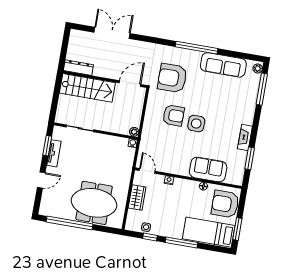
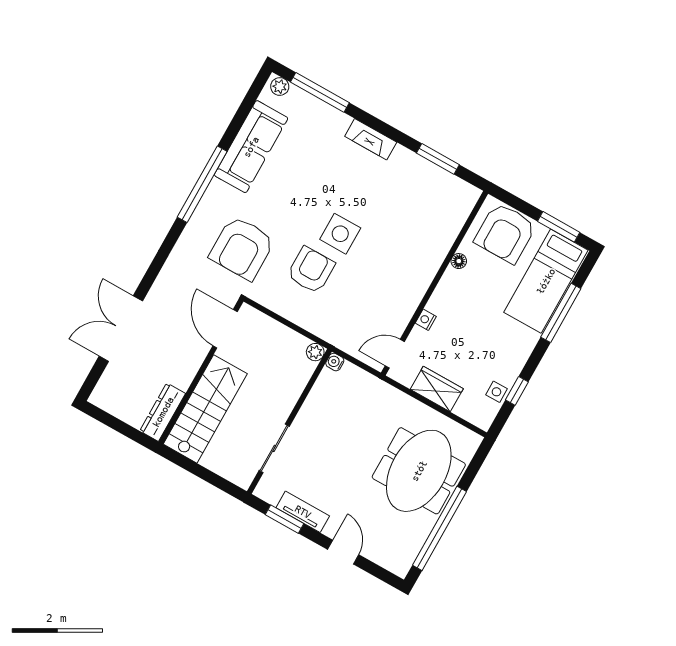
fireplace: (245, 137) -> (371, 139), moved
sofa: (208, 169) -> (432, 242), removed
window: (181, 242) -> (561, 313), moved

